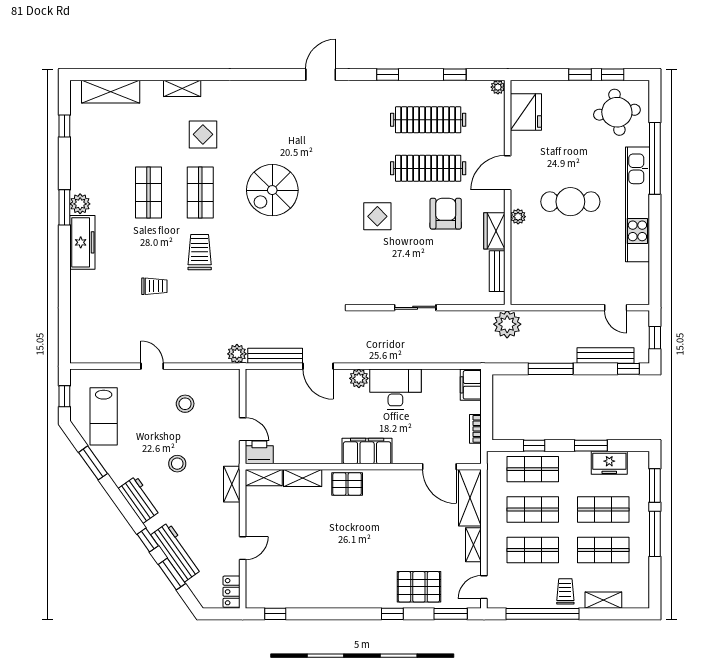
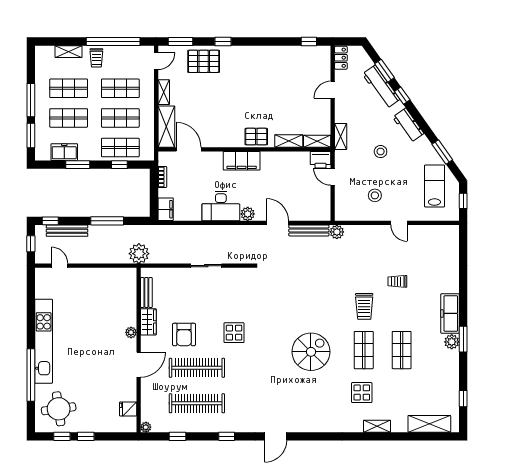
fridge: (526, 112) -> (128, 409), width x0.53, depth x0.75
cafe table: (570, 202) -> (93, 343), removed

